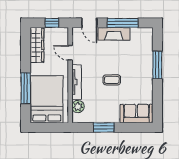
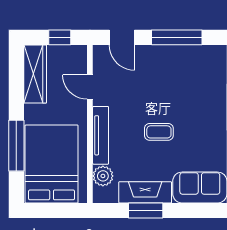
fireplace: (114, 34) -> (145, 192), moved, turned 180

